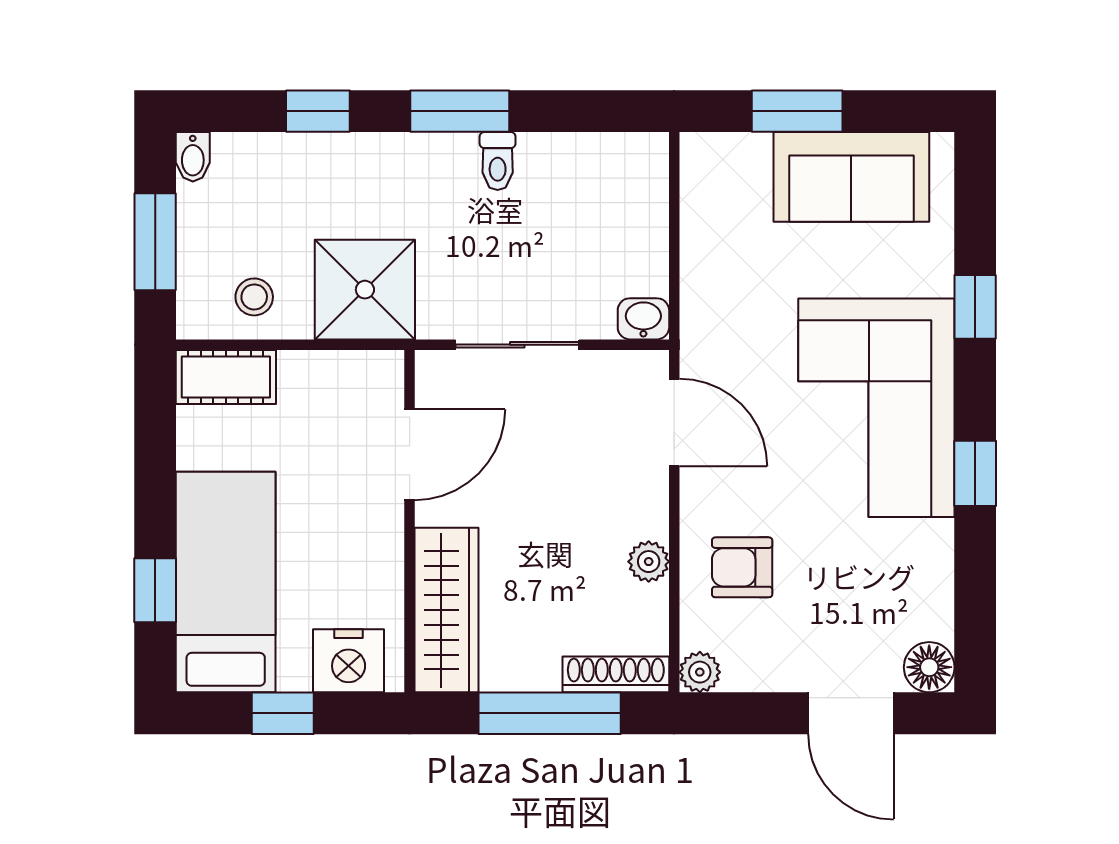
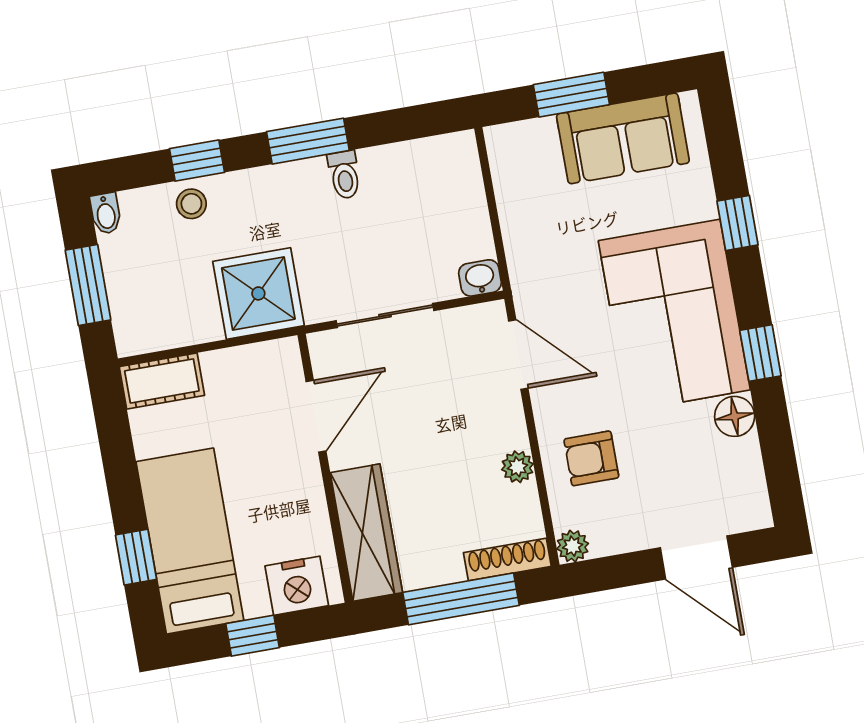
stool: (254, 297) -> (191, 204), moved
floor lamp: (929, 667) -> (735, 416), moved

